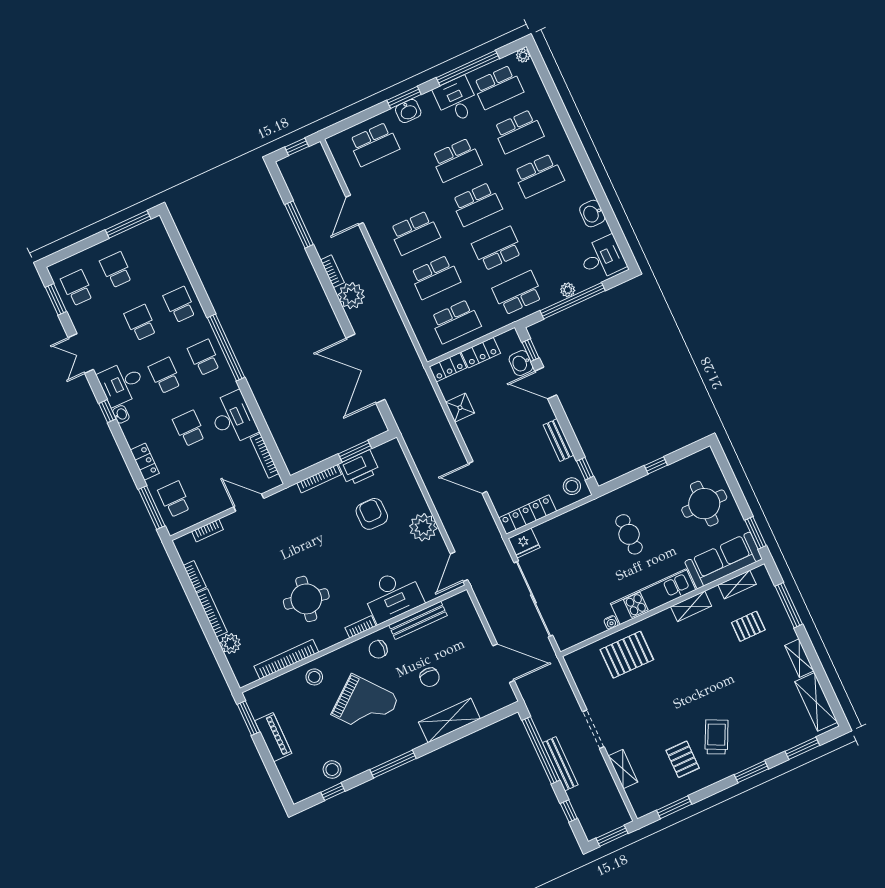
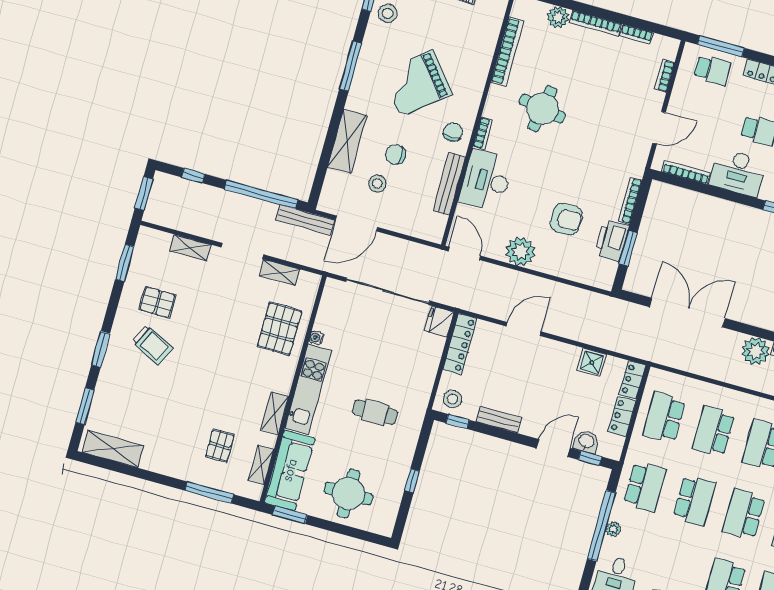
shelving: (799, 658) -> (280, 272), moved
stool: (314, 677) -> (377, 183), moved
bench: (560, 764) -> (305, 220), moved

